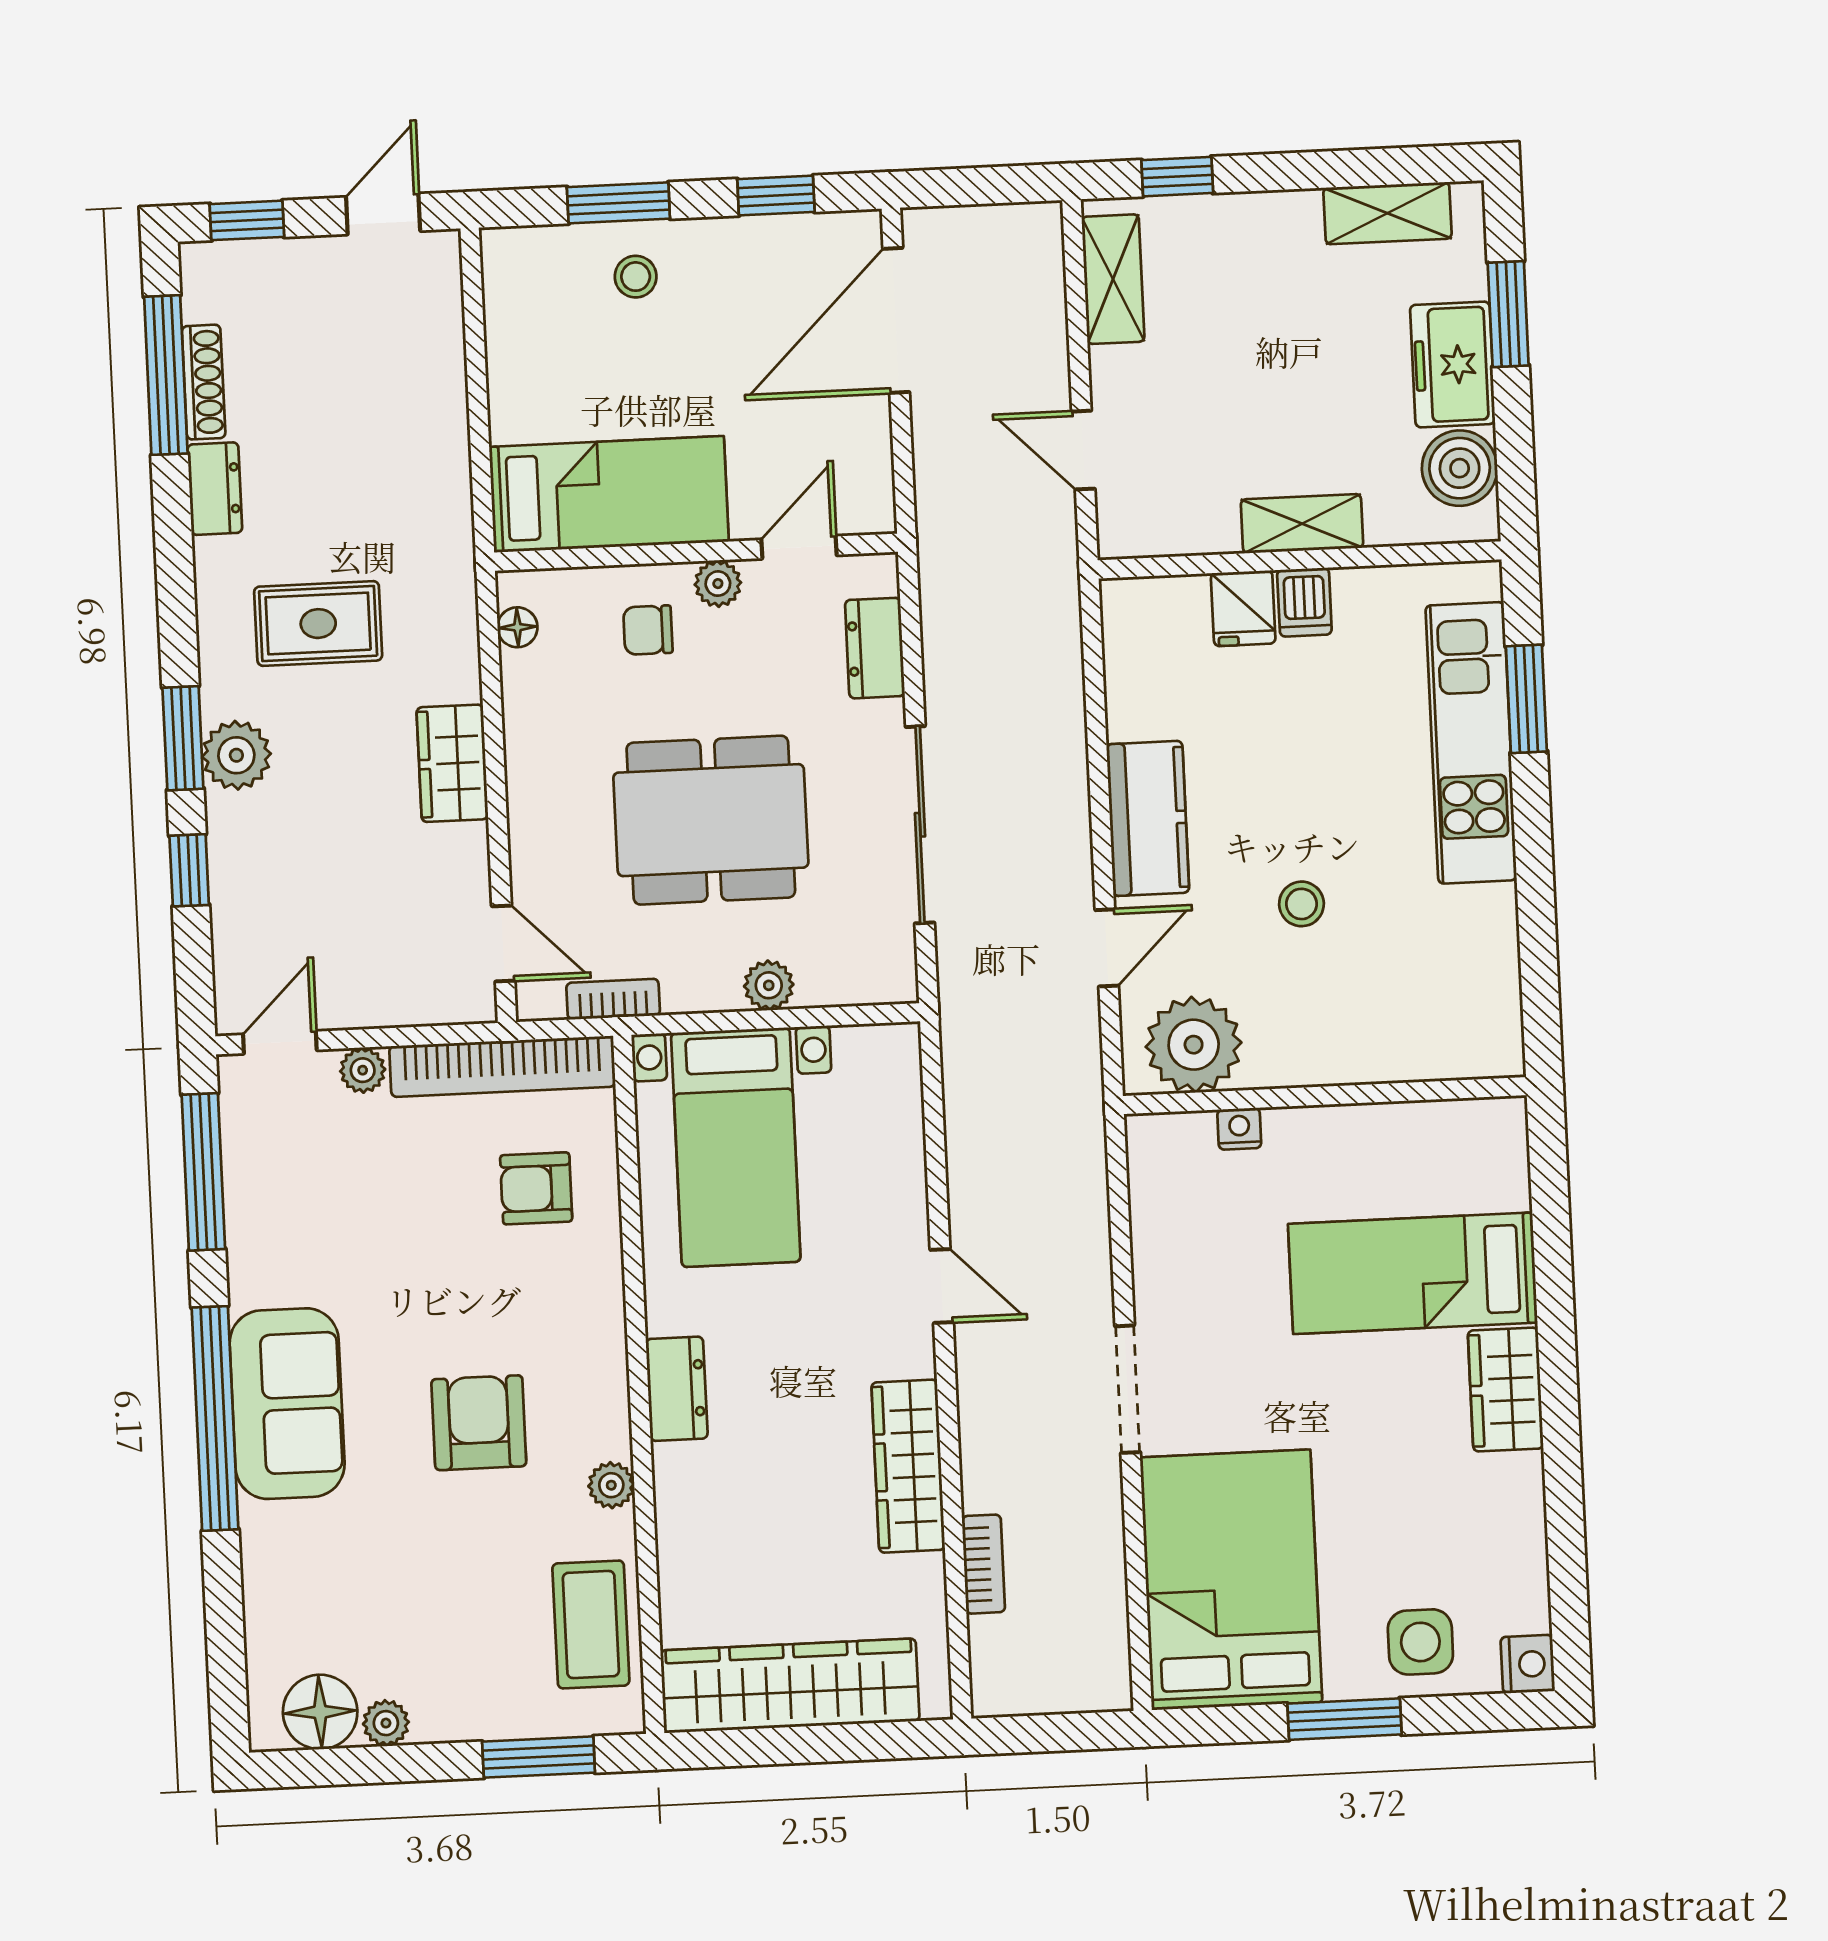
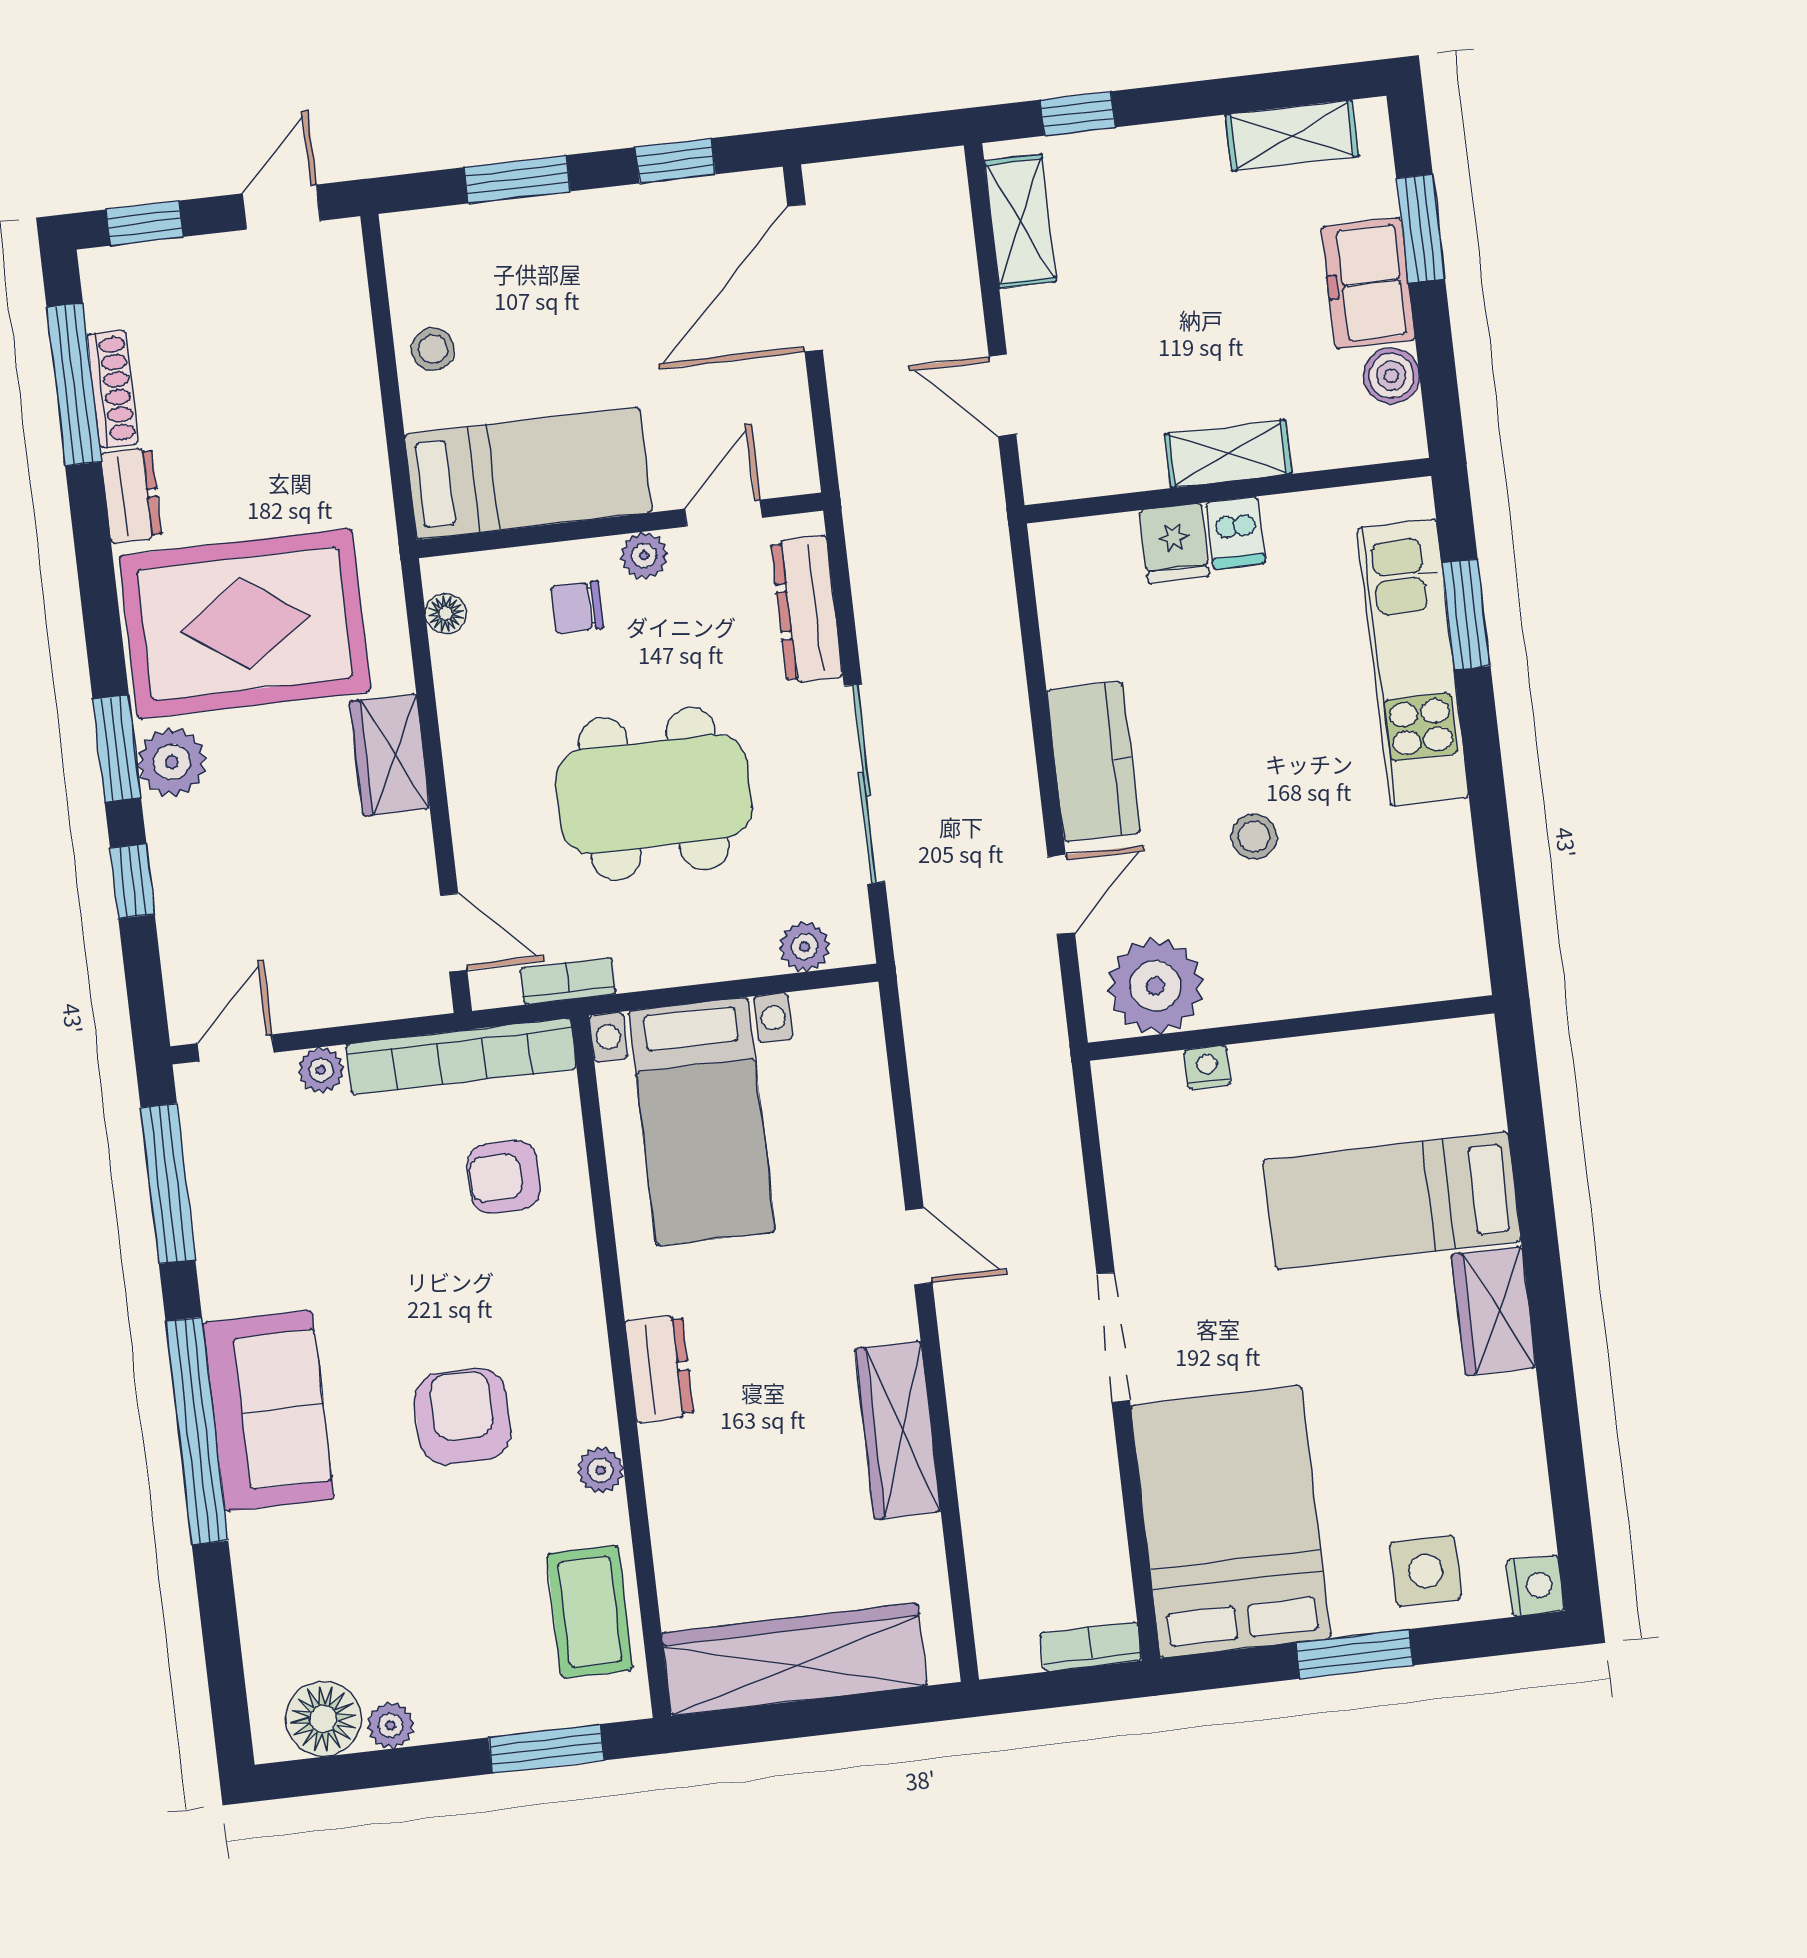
stool: (636, 277) -> (433, 349), moved
boiler: (1460, 468) -> (1391, 376), width x0.73, depth x0.73
rug: (318, 624) -> (245, 624), width x1.86, depth x2.06
dresser: (875, 648) -> (807, 609), width x1.44
plant: (769, 985) -> (805, 947), moved
bookcase: (983, 1564) -> (1091, 1647), moved, turned -90

